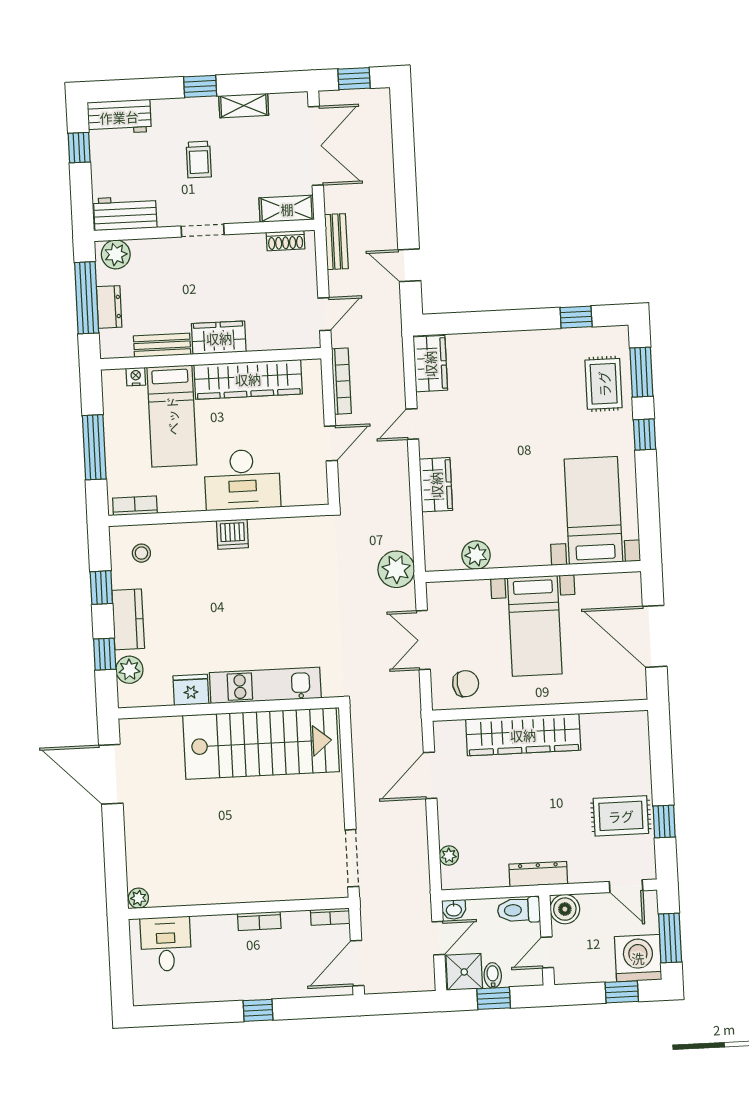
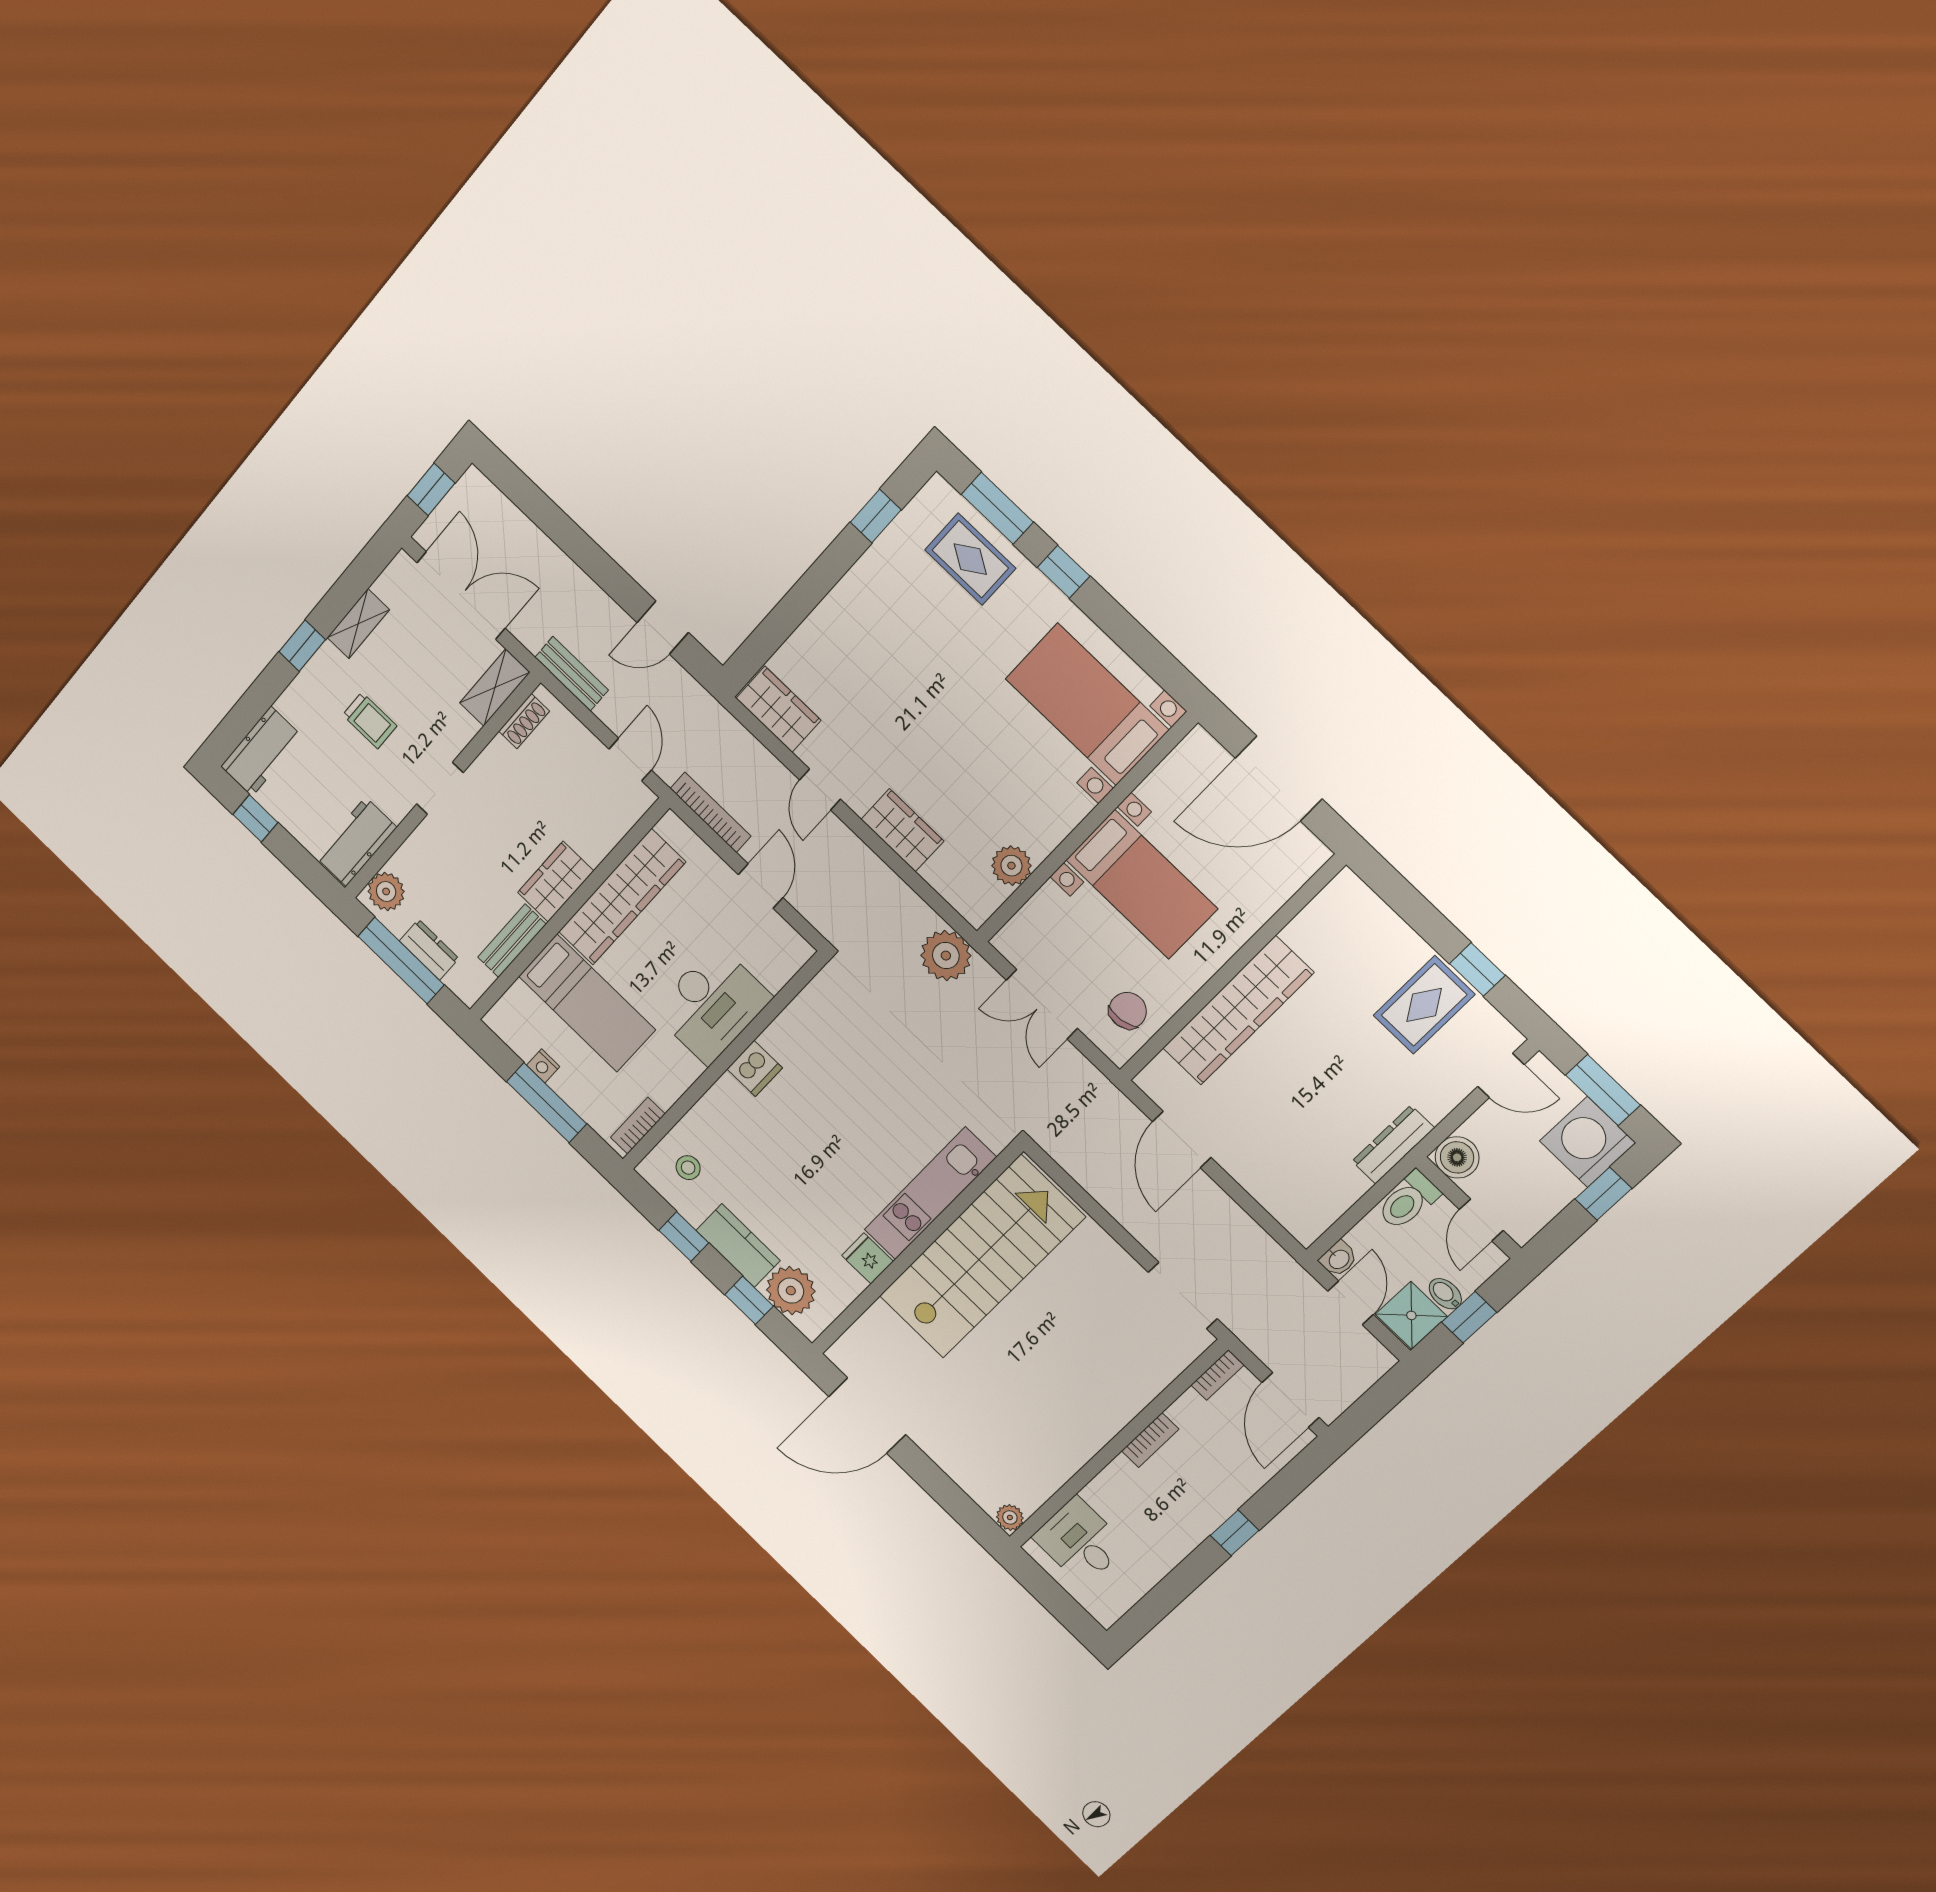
nightstand: (136, 377) -> (543, 1066), moved, turned -90
plant: (129, 670) -> (791, 1291), width x1.36, depth x1.36
fridge: (191, 690) -> (867, 1258), width x0.72
plant: (449, 856) -> (1280, 1206), removed

